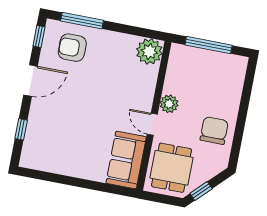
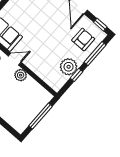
window: (125, 29) -> (76, 75), added
plant: (149, 51) -> (69, 67), moved

